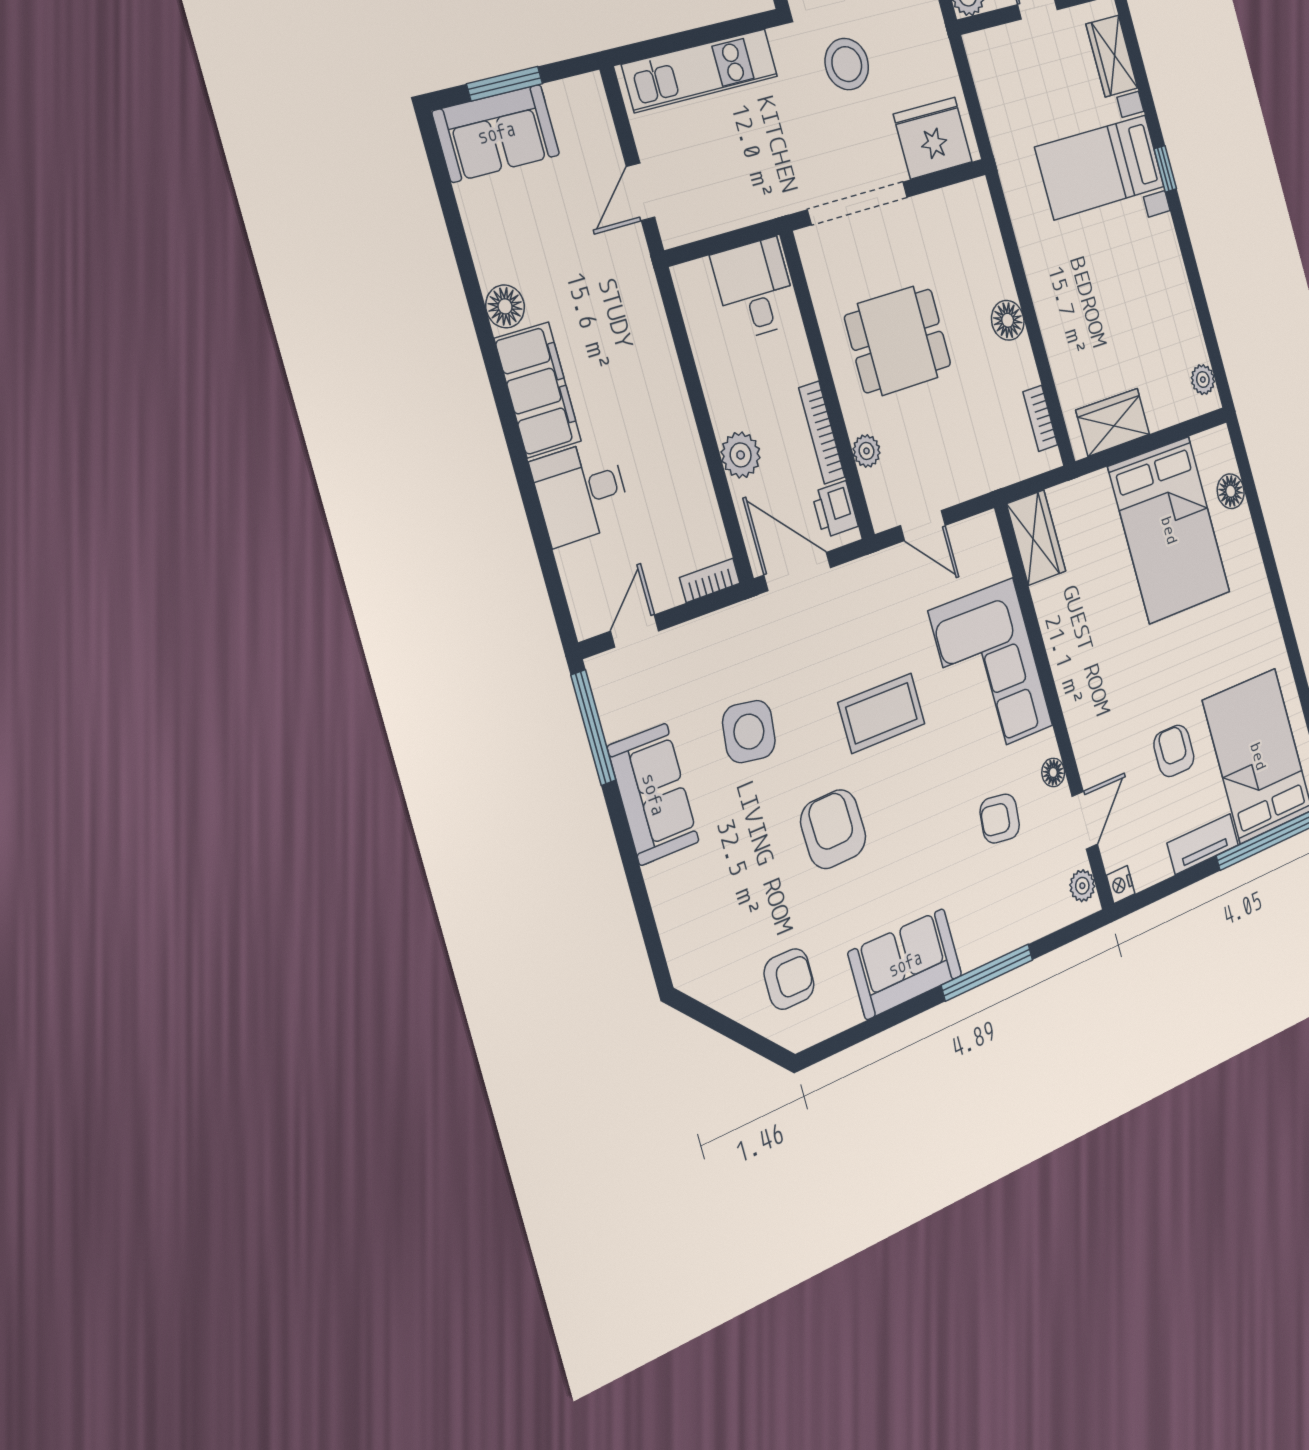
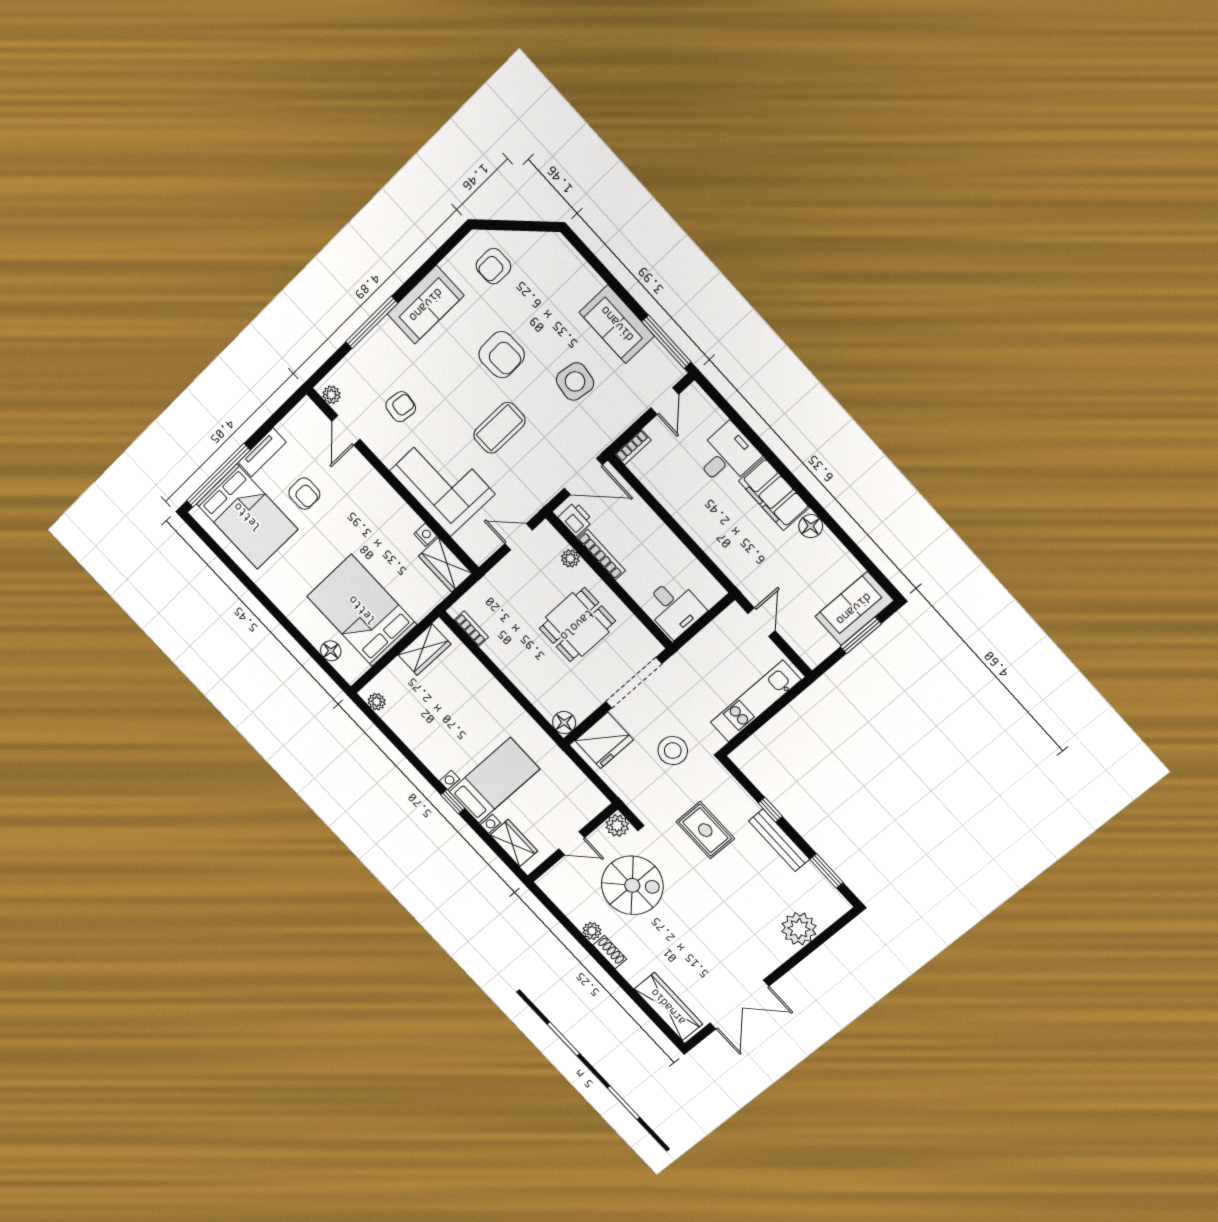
floor lamp: (1008, 320) -> (564, 723), moved
plant: (741, 455) -> (644, 519), removed
floor lamp: (1053, 772) -> (378, 446), removed
nightstand: (1121, 885) -> (426, 535), moved

